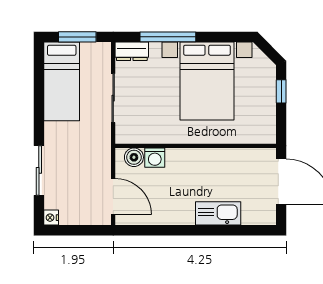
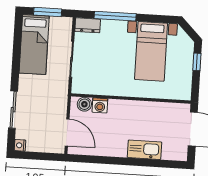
bed with nightstands: (207, 81) -> (151, 51), width x0.73

